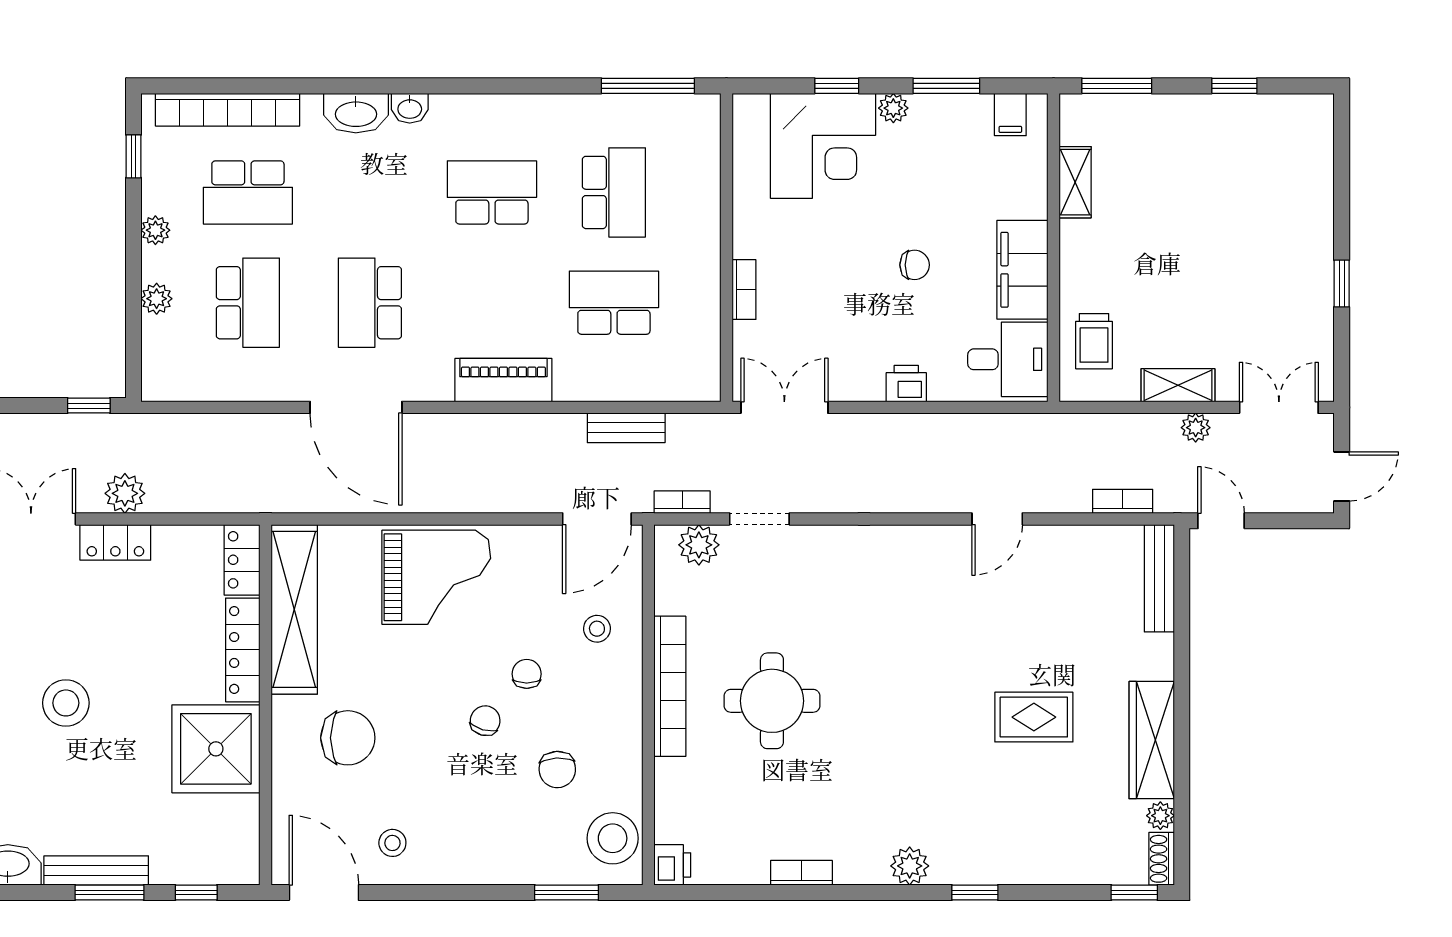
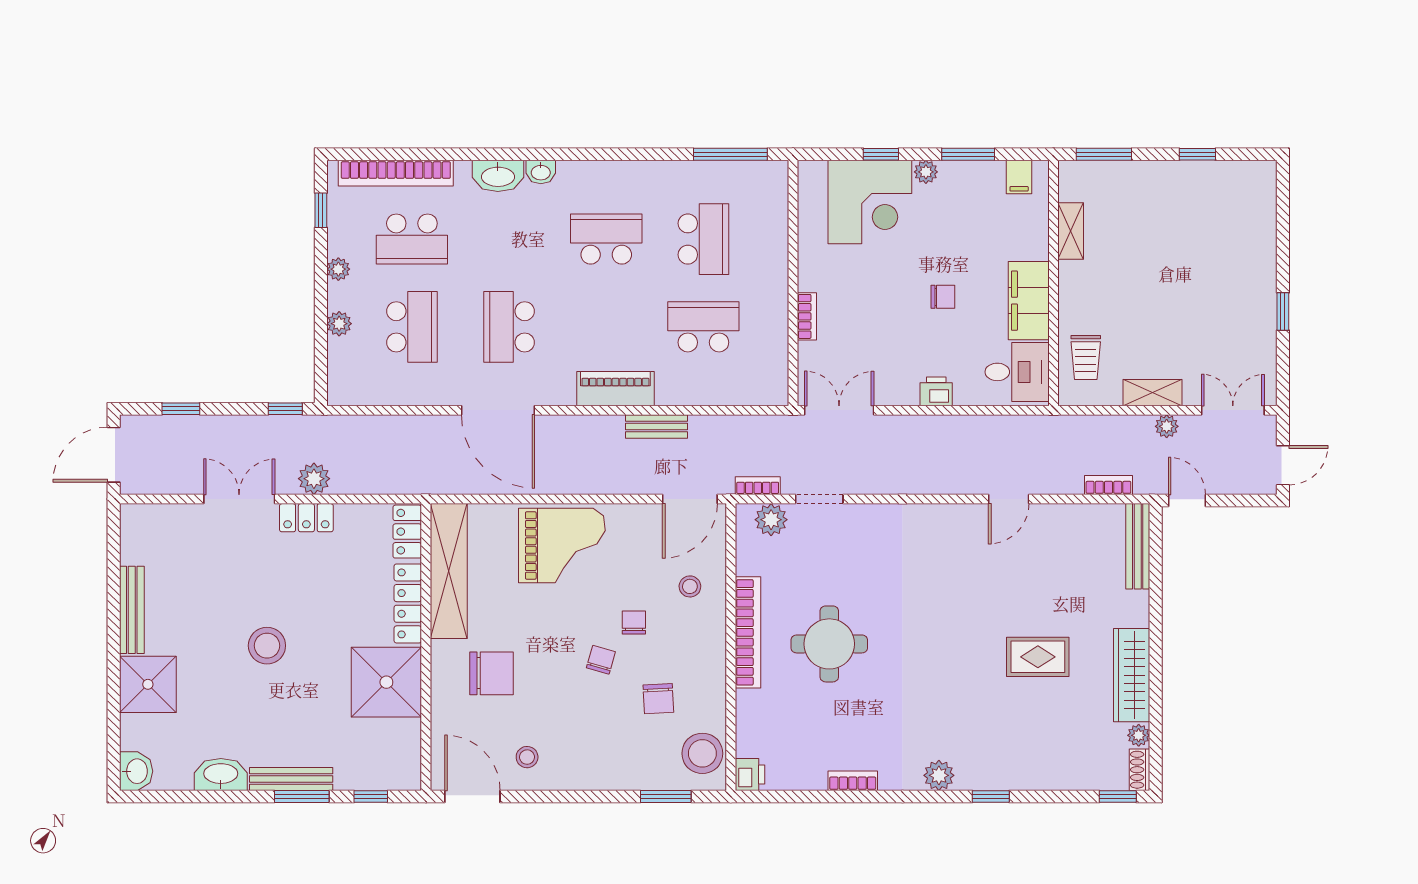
bench: (626, 428) -> (657, 427), moved

